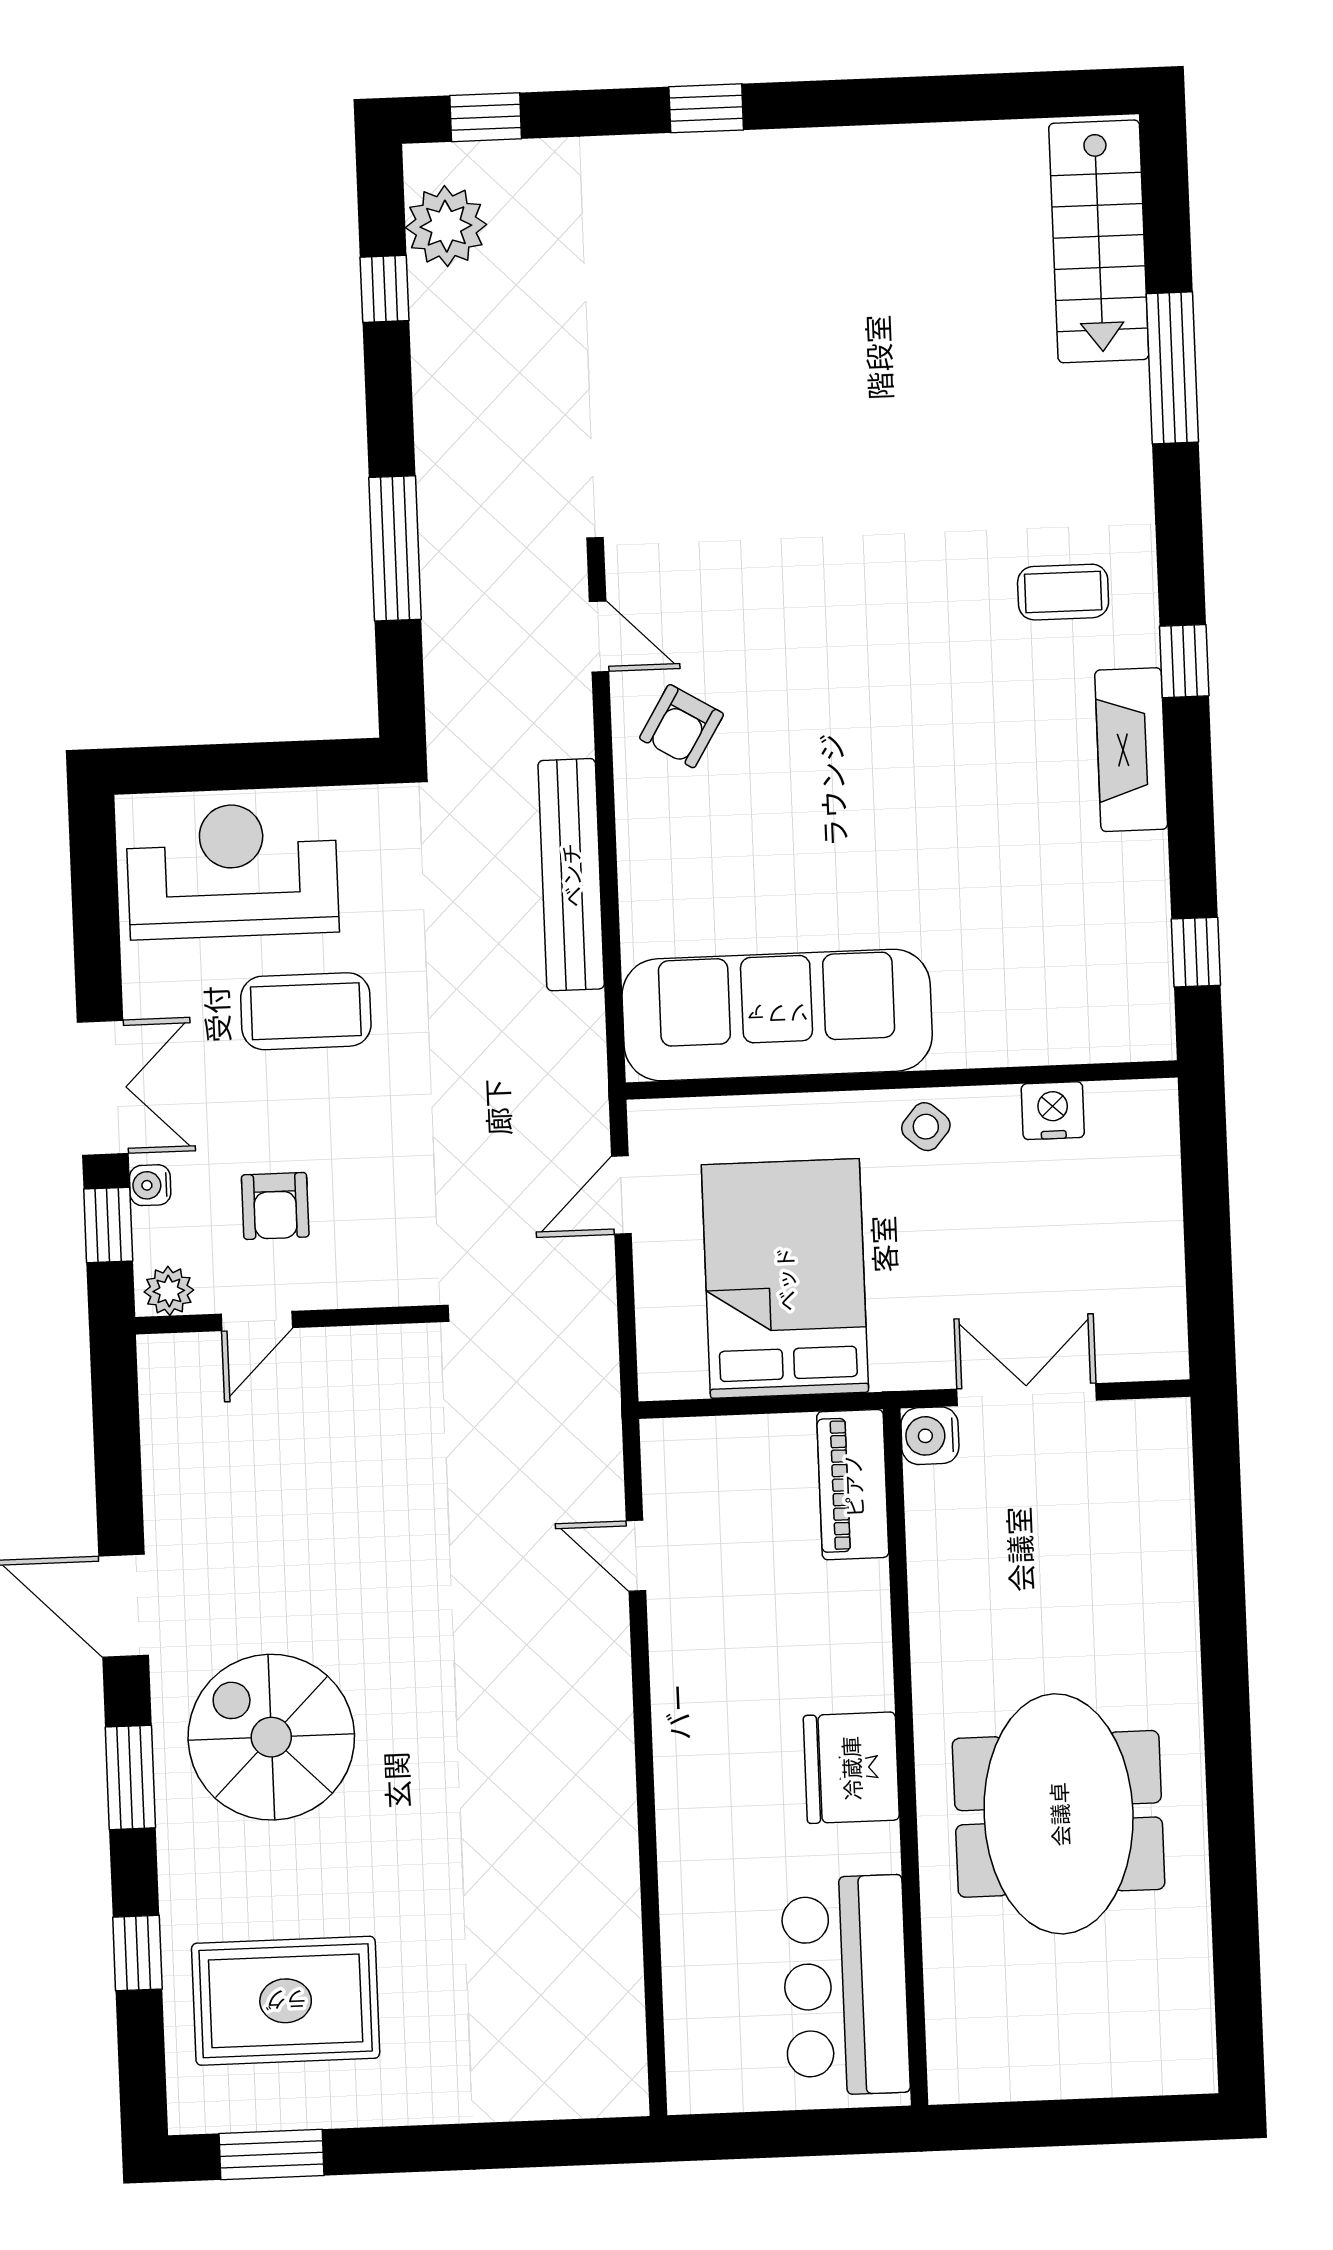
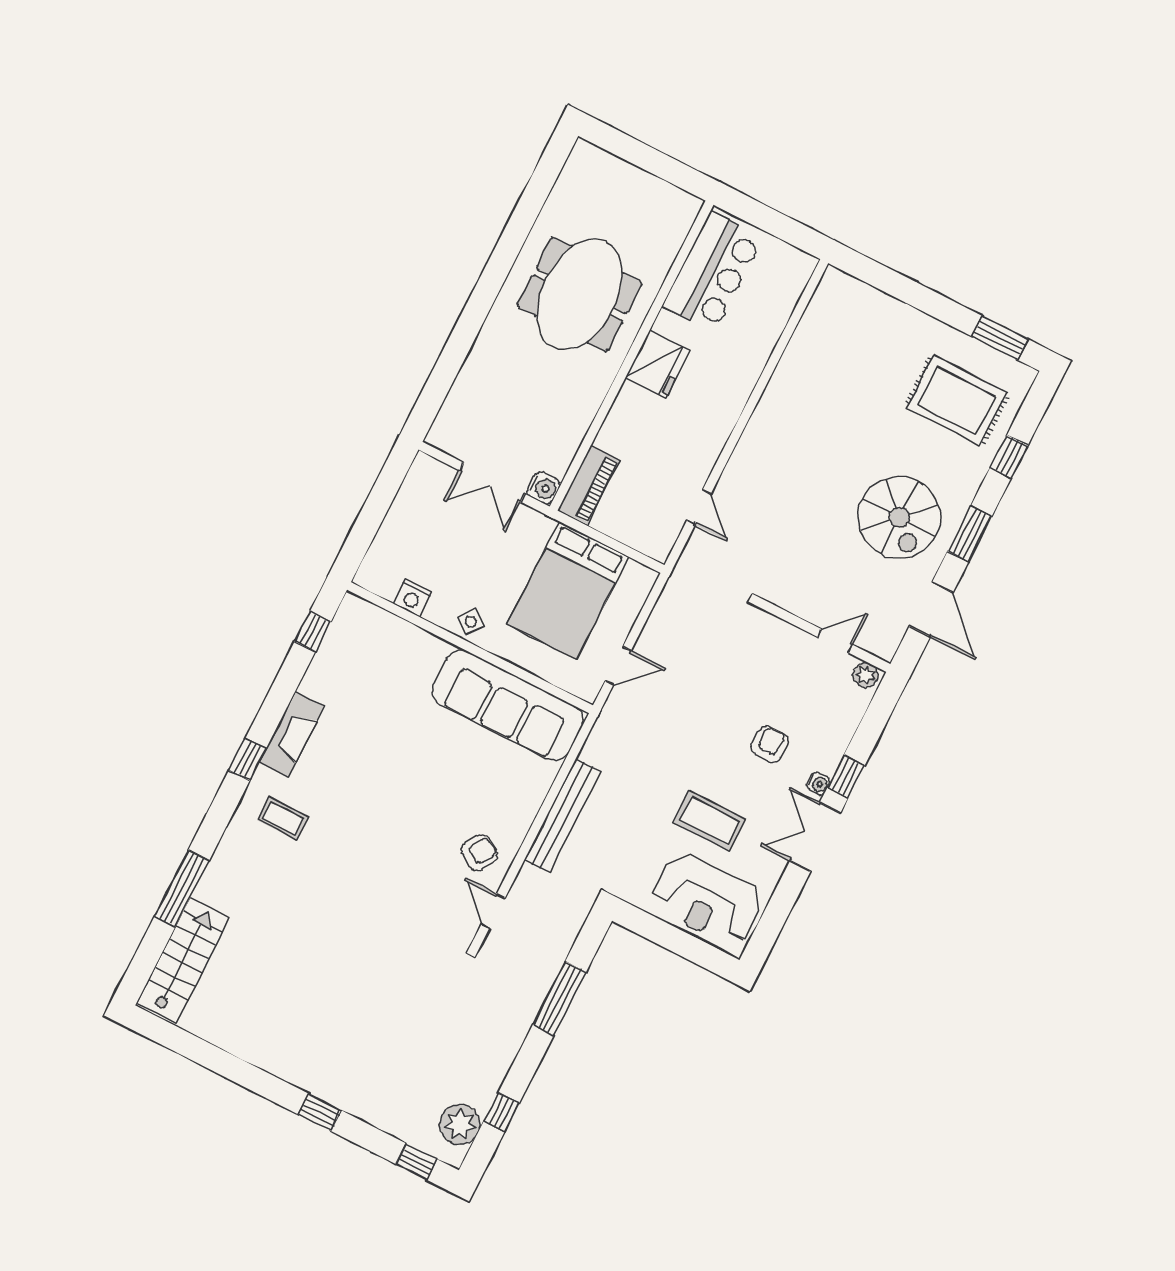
plant: (169, 1291) -> (866, 675), moved
wall: (284, 1320) -> (823, 635), moved
door: (257, 1321) -> (835, 641), moved

